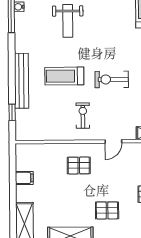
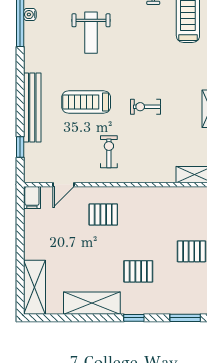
exercise bike: (112, 79) -> (146, 107), width x0.73, depth x0.72
door: (113, 141) -> (64, 185), moved
filing cabinet: (24, 178) -> (32, 197), moved, turned 90

